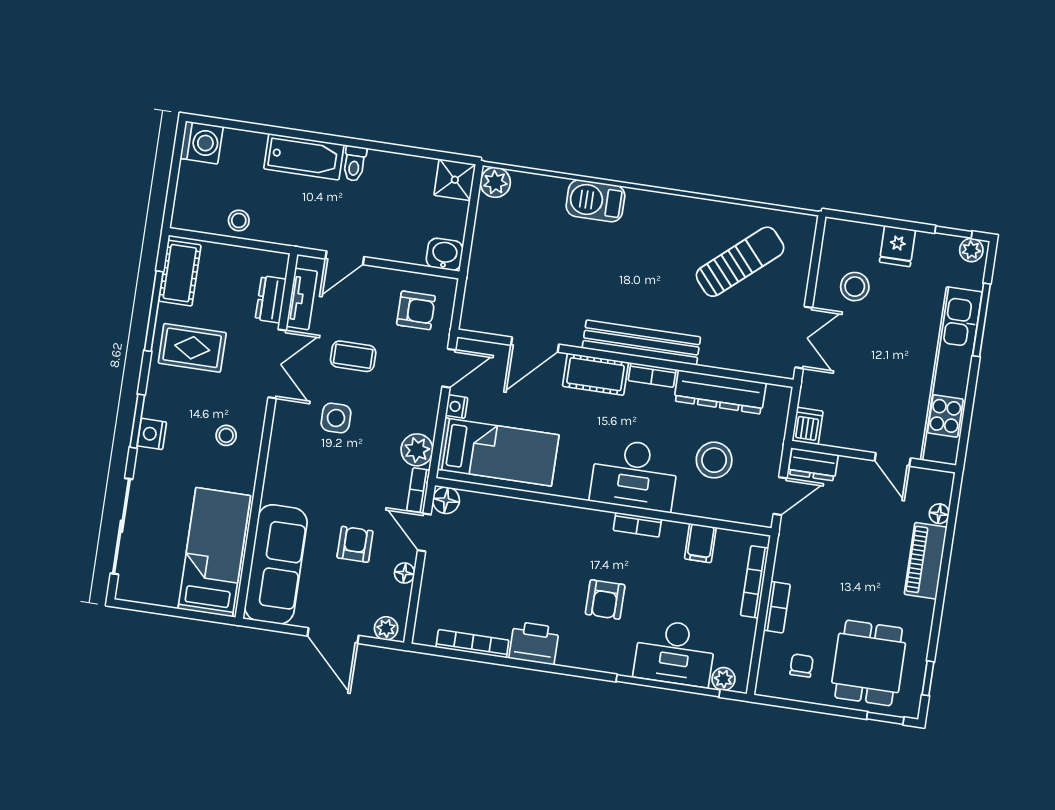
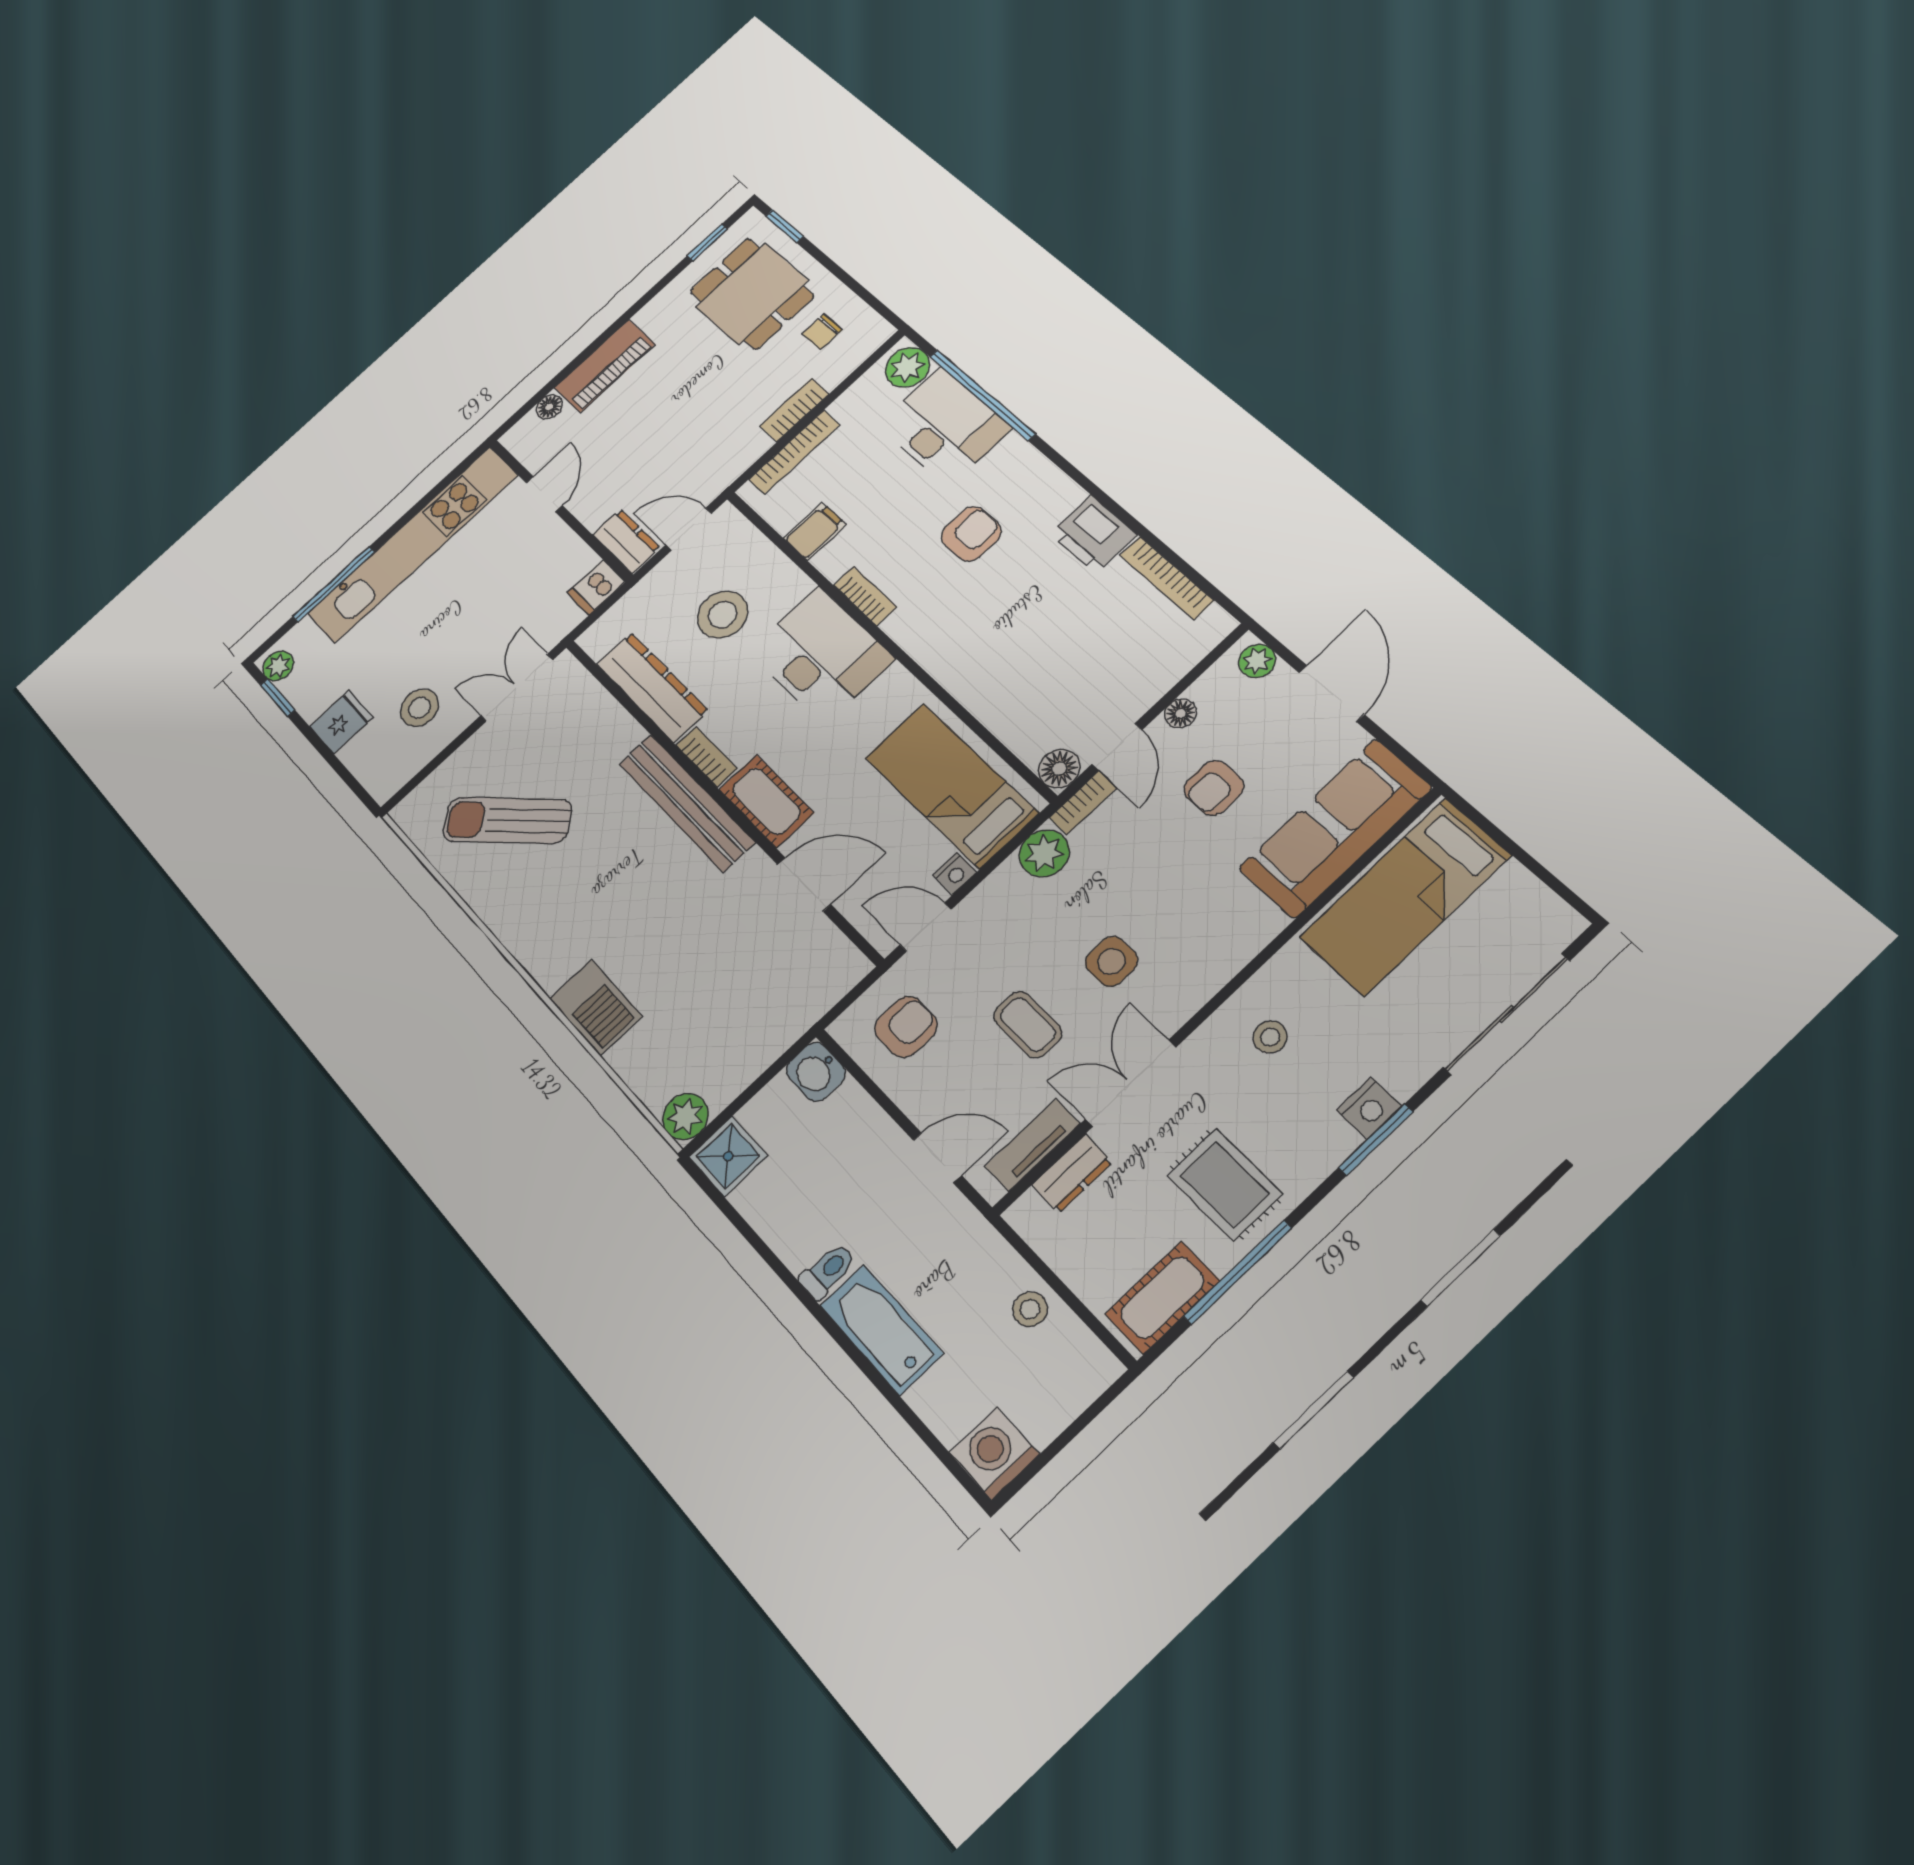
armchair: (416, 310) -> (906, 1027), turned 90
dining table: (869, 663) -> (752, 294), turned 90
plant: (723, 679) -> (907, 367), width x1.38, depth x1.38

